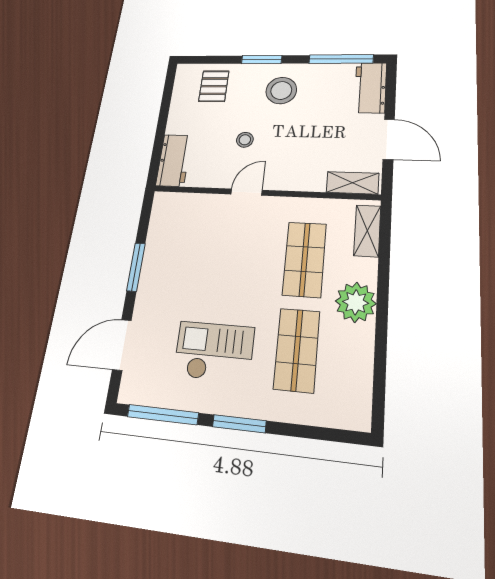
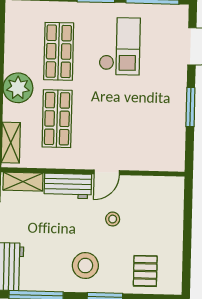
workbench: (174, 160) -> (68, 186), moved, turned -90
checkout: (214, 352) -> (120, 46), turned -90

